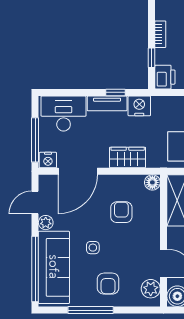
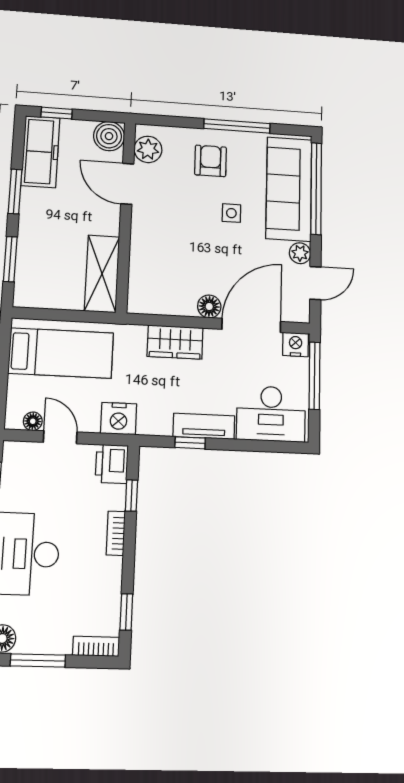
nightstand: (139, 106) -> (119, 419), moved
floor lamp: (152, 182) -> (209, 306), moved
armchair: (121, 212) -> (187, 261), removed

